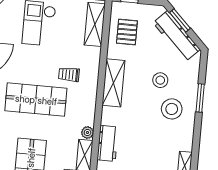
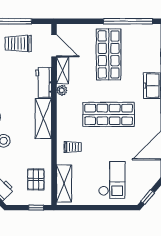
trolley: (69, 75) -> (73, 147), moved
shelving: (114, 83) -> (43, 119), moved

